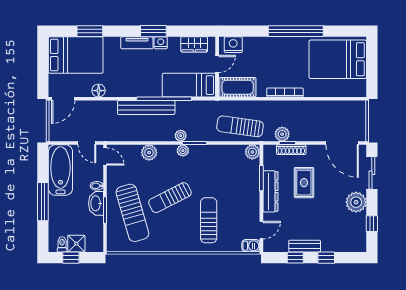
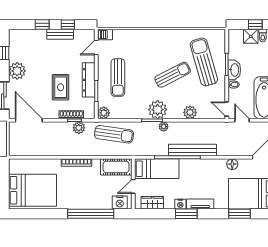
window: (296, 31) -> (91, 214), moved
plant: (183, 151) -> (158, 110), width x1.88, depth x1.88
sun lounger: (209, 220) -> (118, 78), moved

